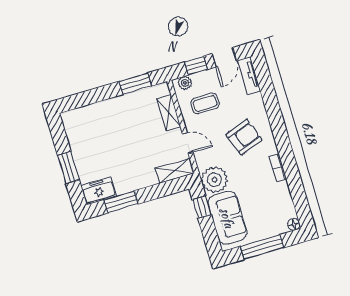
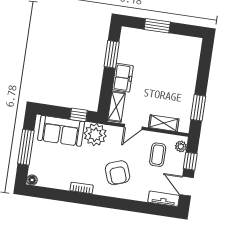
freezer: (99, 191) -> (123, 78), moved

